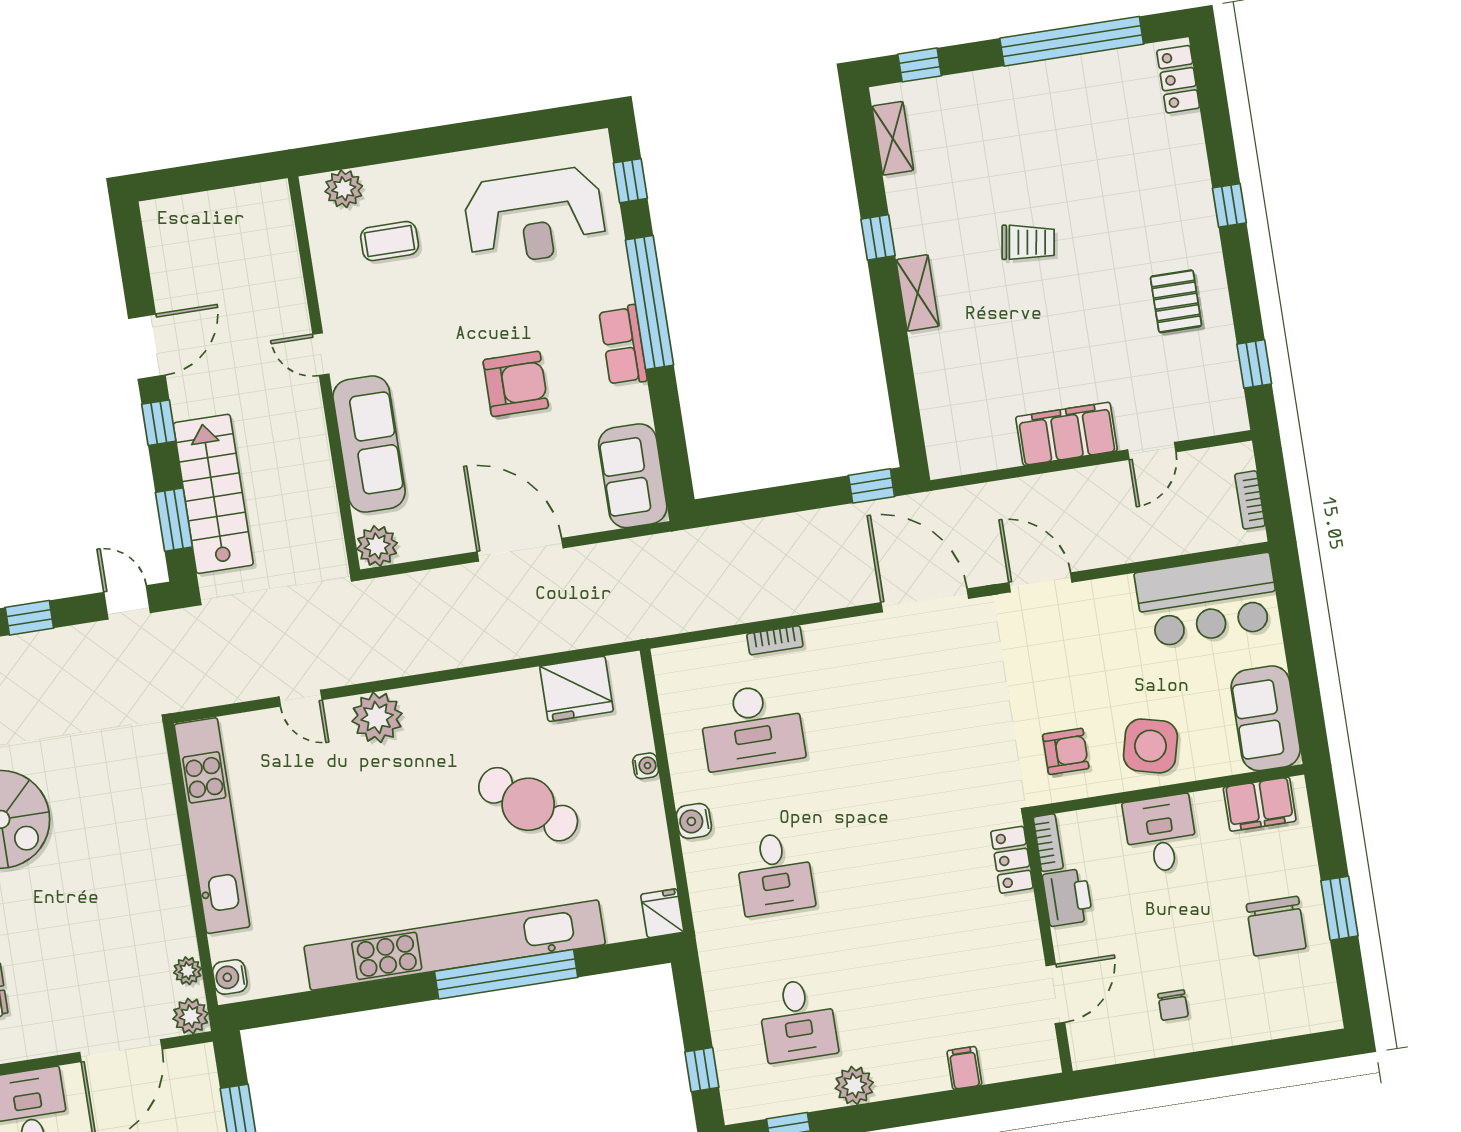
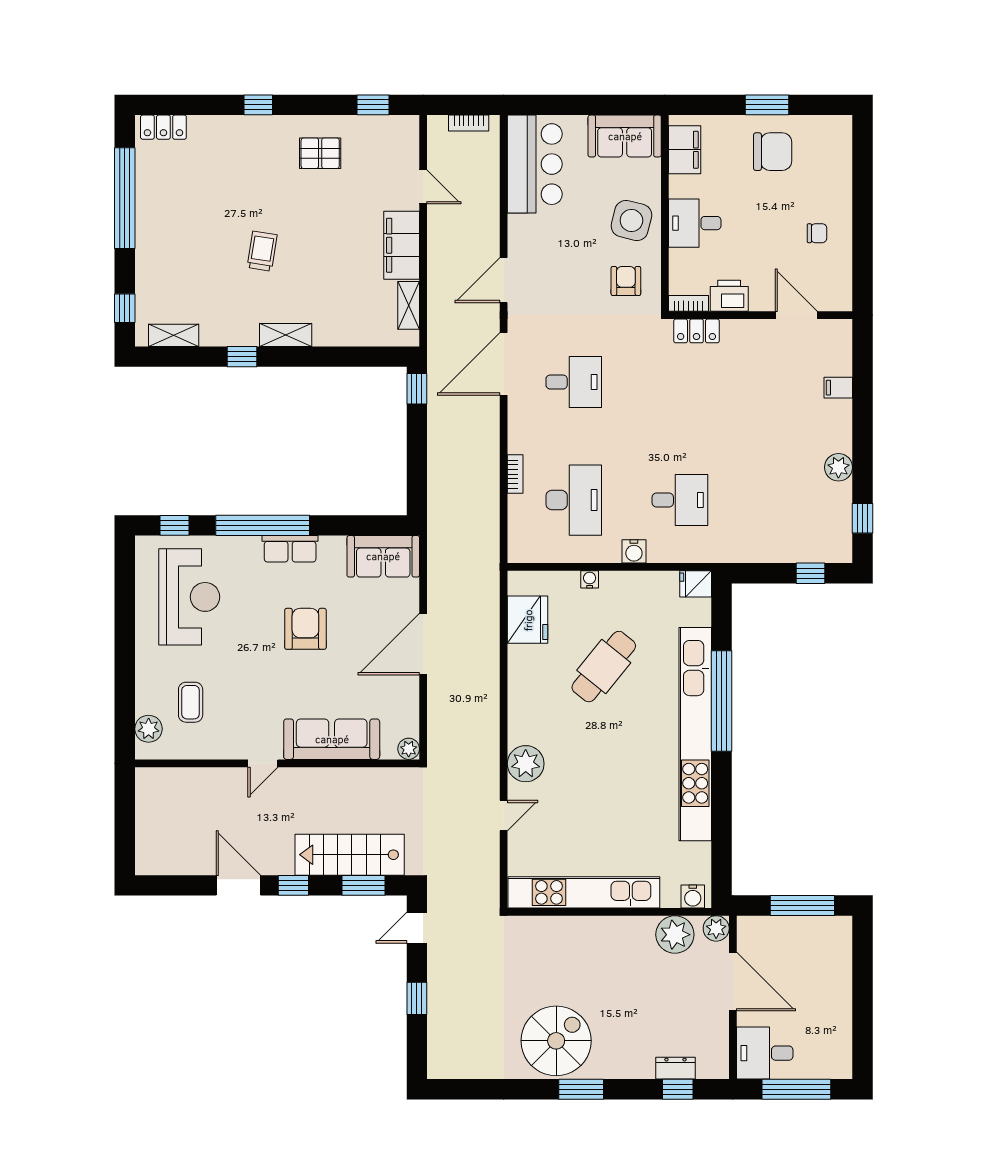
shelving: (985, 456) -> (409, 305), added
plant: (377, 546) -> (409, 749), width x0.73, depth x0.73
plant: (187, 971) -> (675, 935), width x1.87, depth x1.87
desk: (798, 1020) -> (574, 382), moved

